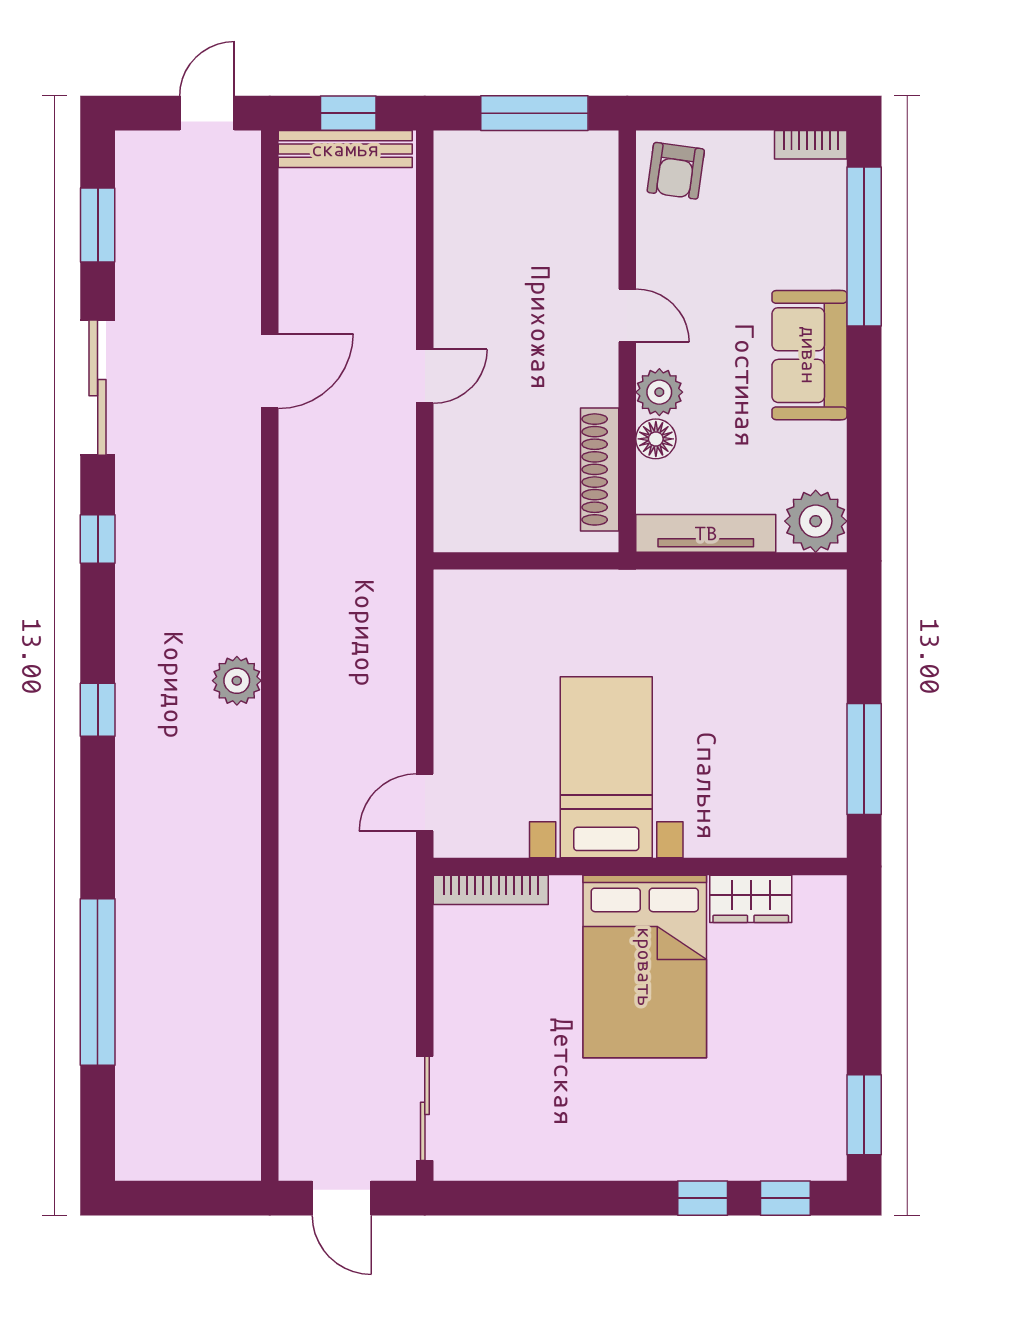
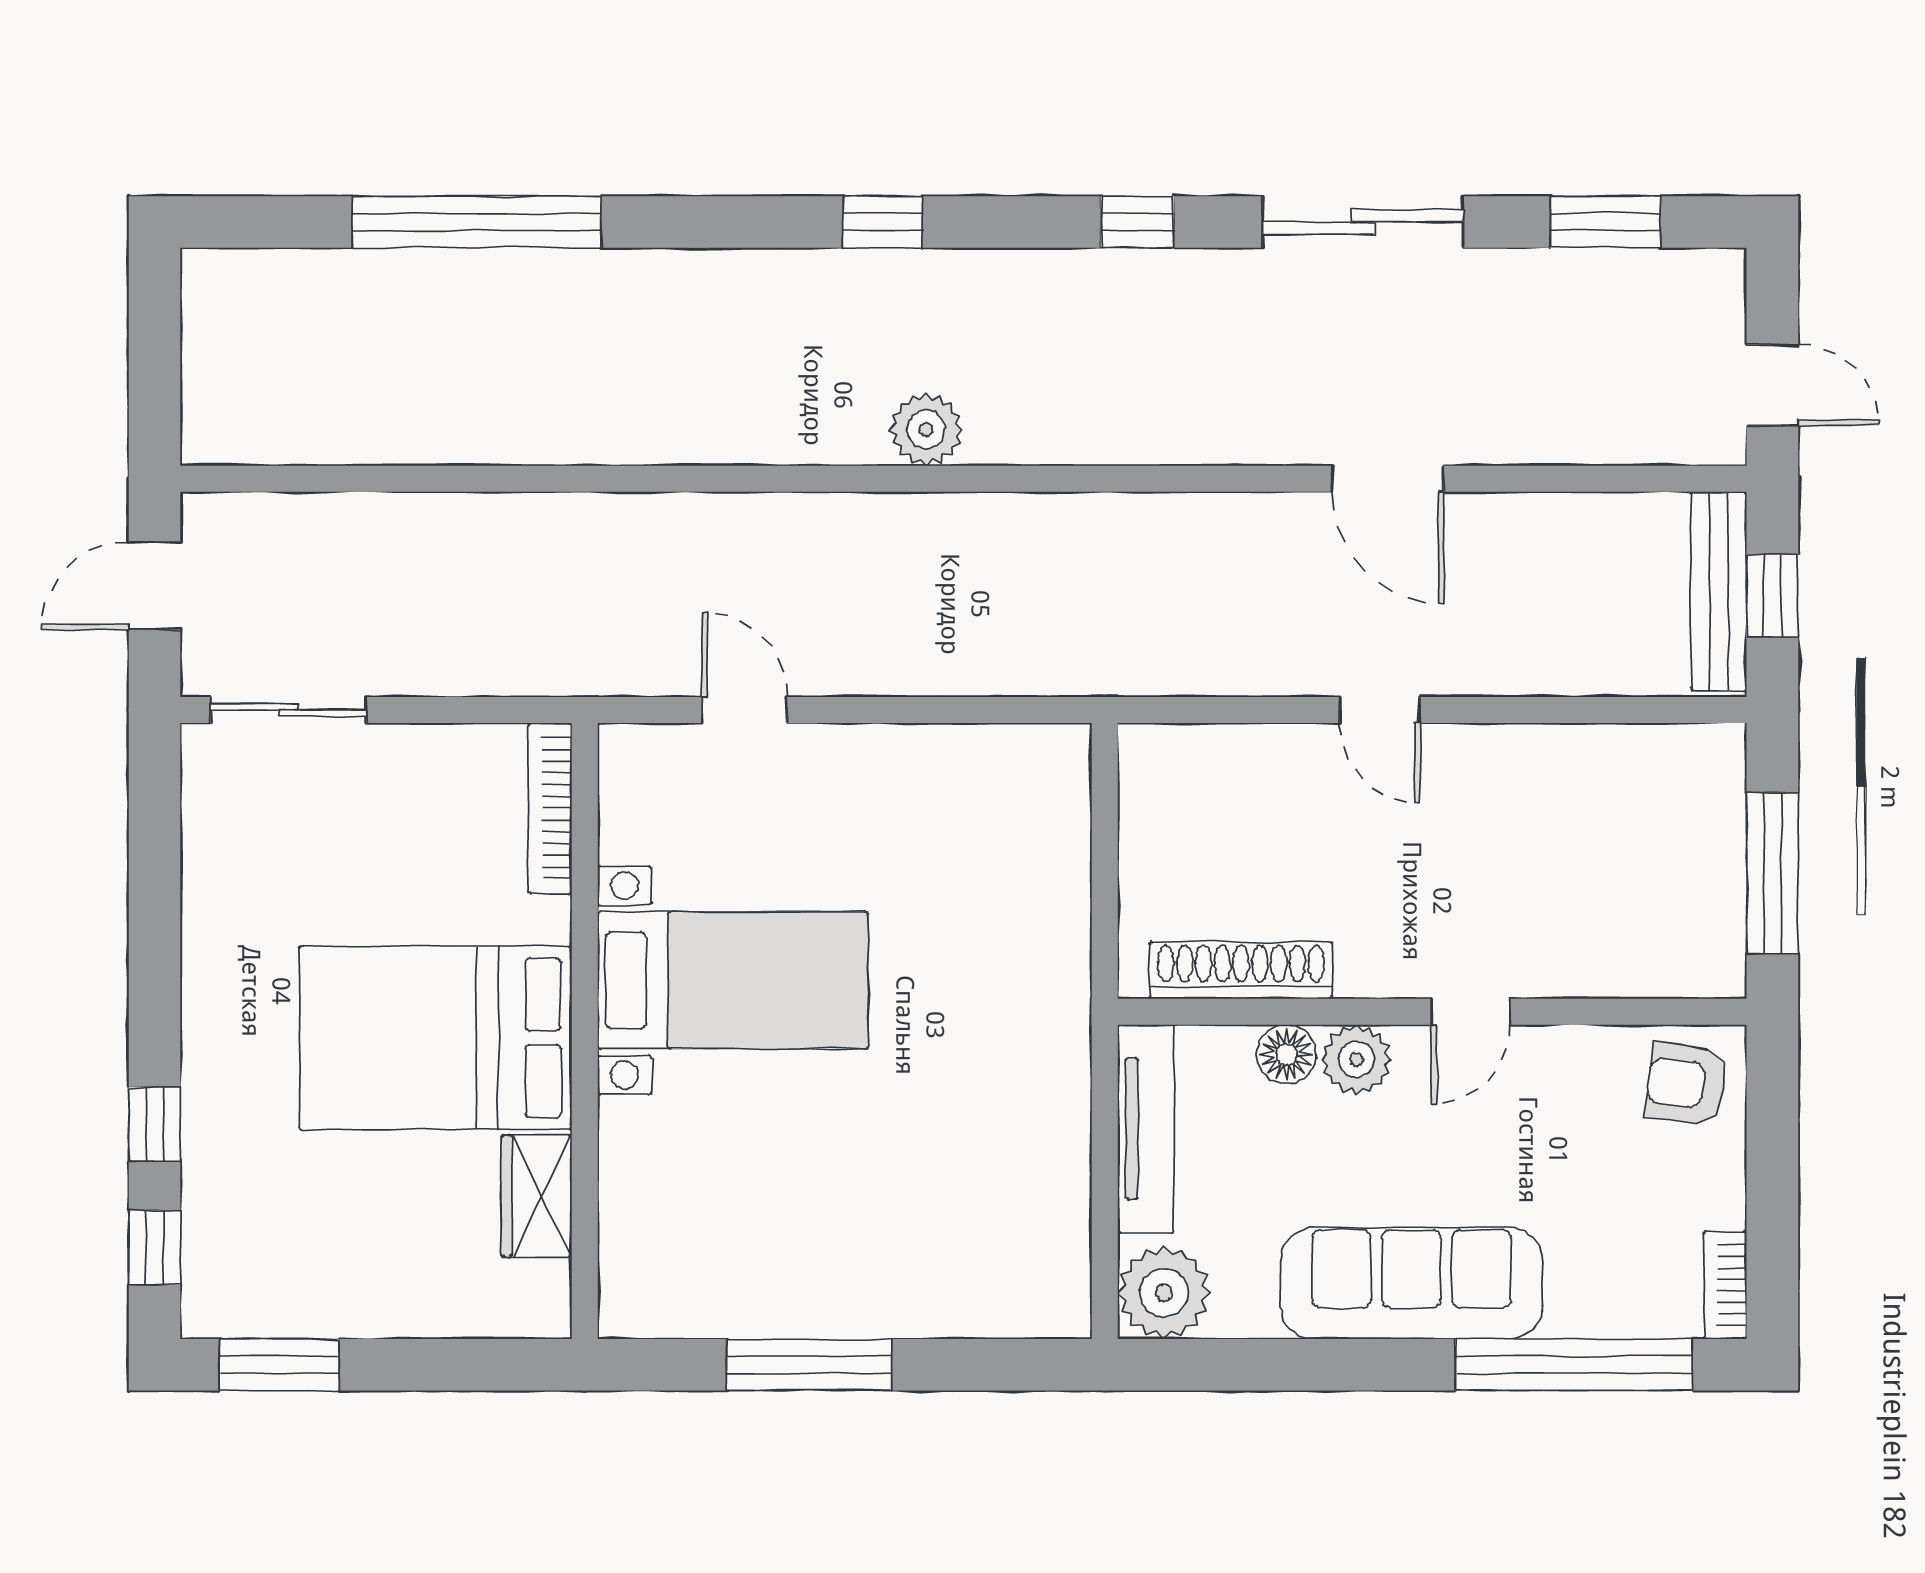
sofa: (809, 355) -> (1412, 1283), width x1.36
bed with nightstands: (606, 767) -> (733, 980), moved
wall: (640, 867) -> (585, 1031), moved
bookcase: (491, 890) -> (550, 808), moved
wardrobe: (751, 899) -> (536, 1196), moved
bed: (645, 967) -> (436, 1038), moved

